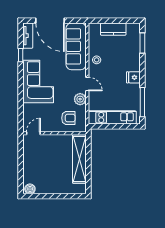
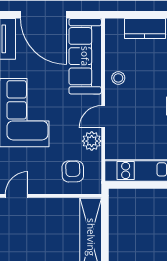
door: (87, 84) -> (103, 117), swing flipped
armchair: (68, 118) -> (73, 171), turned -91

